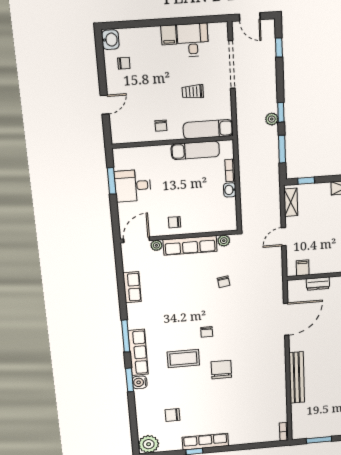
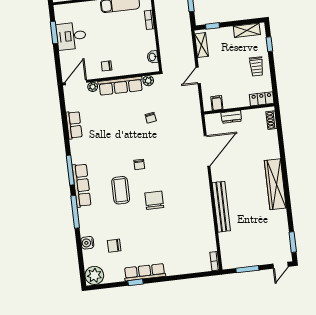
washbasin: (230, 190) -> (153, 57), moved
coffee table: (183, 359) -> (121, 190), turned 90
window: (130, 380) -> (75, 212), width x1.44
water cooler: (140, 382) -> (87, 243), moved

